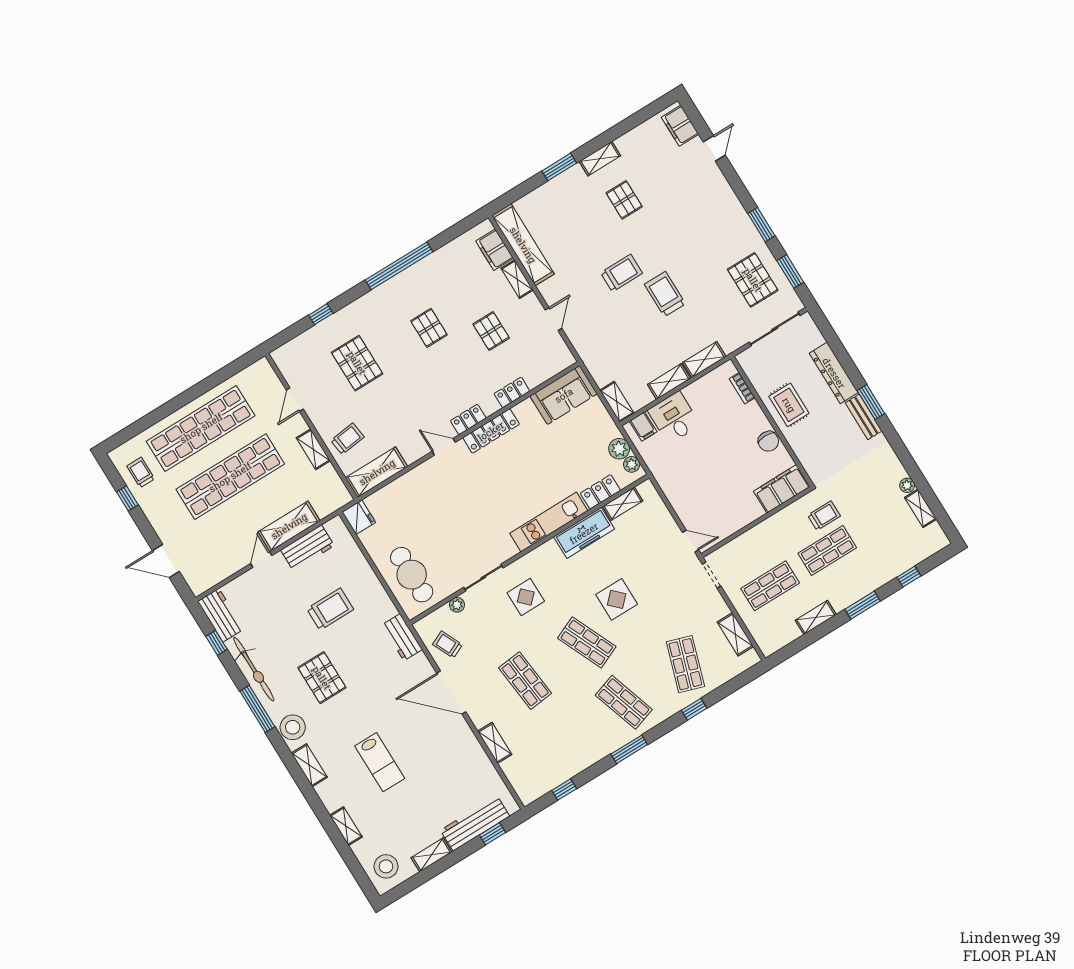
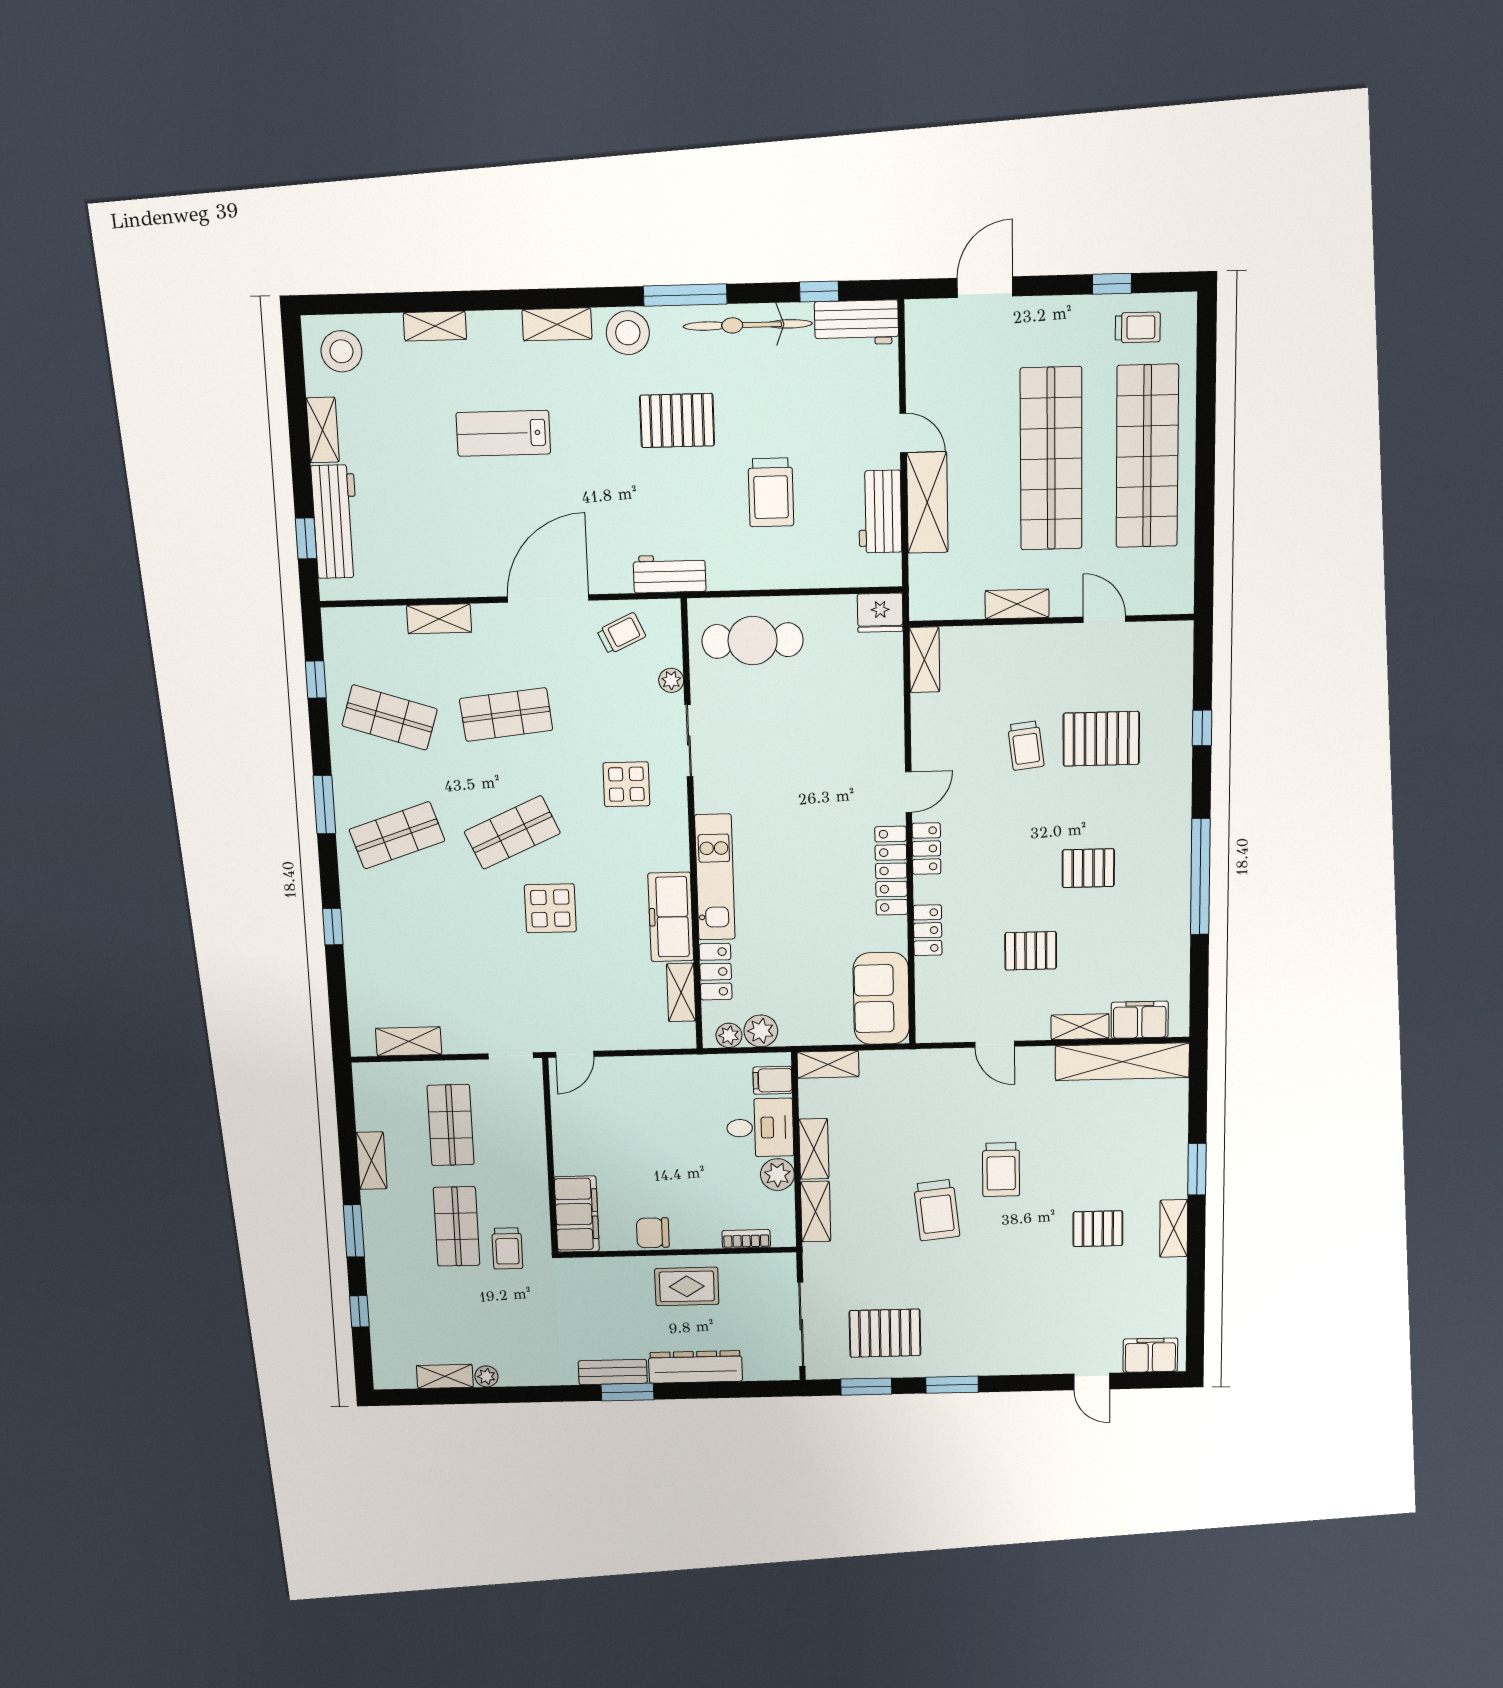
trolley: (665, 294) -> (937, 1210), turned 84
plant: (695, 393) -> (777, 1175), added
trolley: (347, 439) -> (1026, 746), moved
shelving: (377, 472) -> (924, 660), width x0.67, depth x0.75
shop shelf: (685, 664) -> (390, 717), moved

